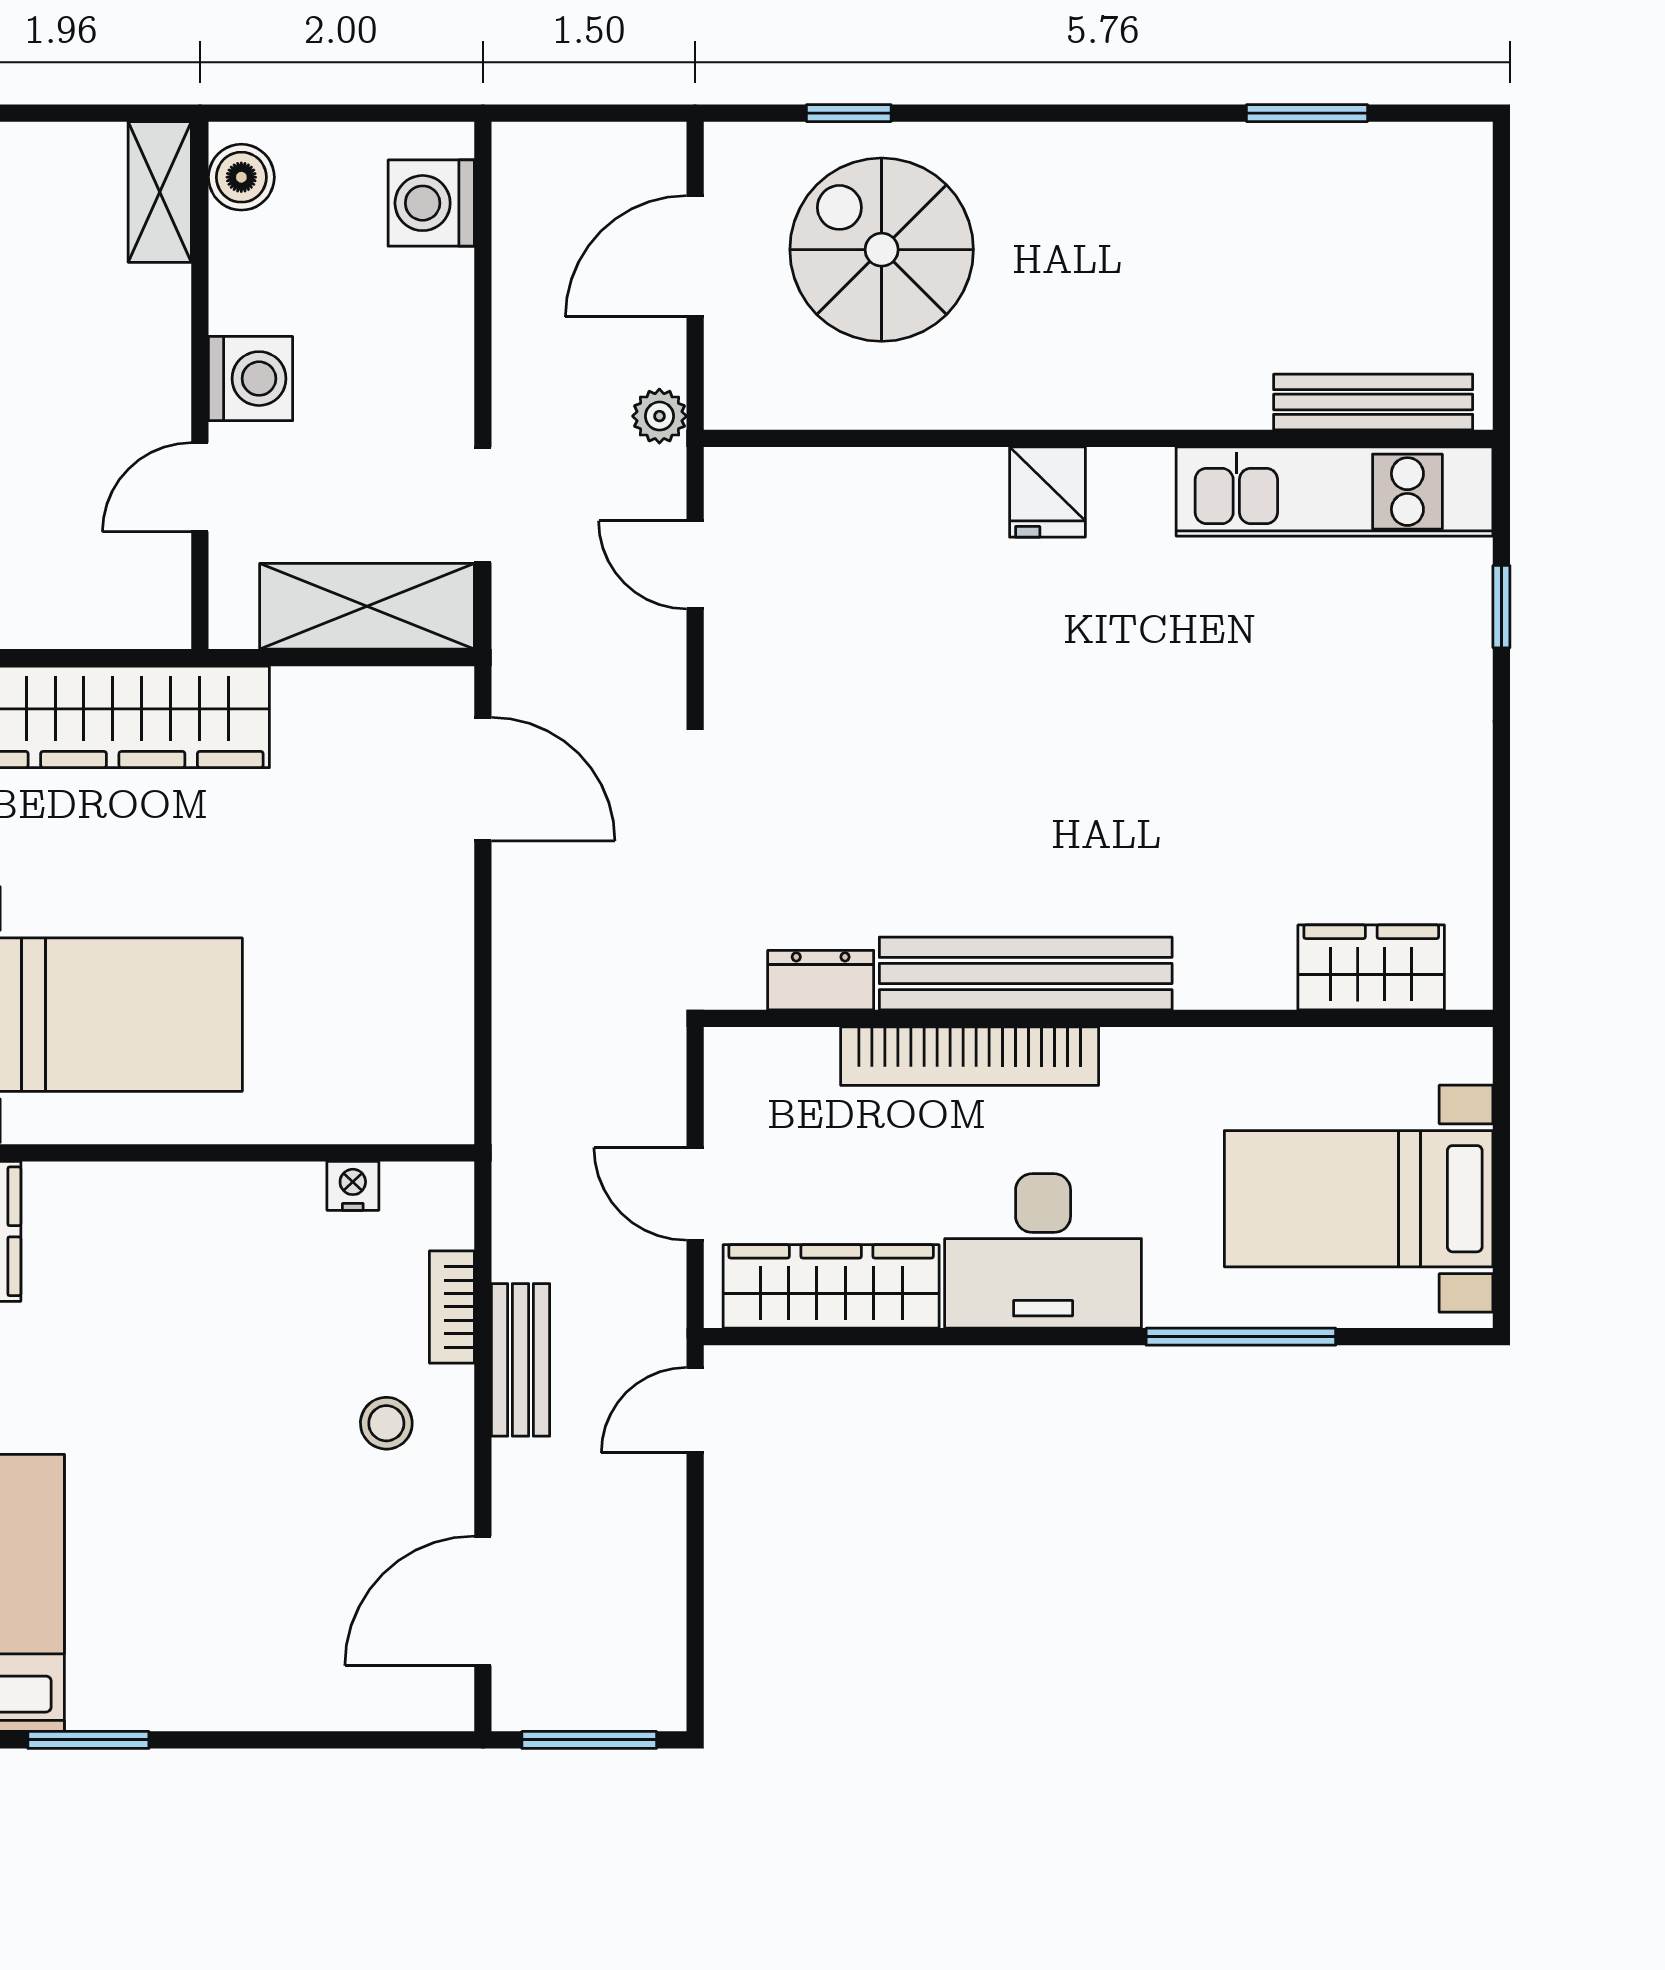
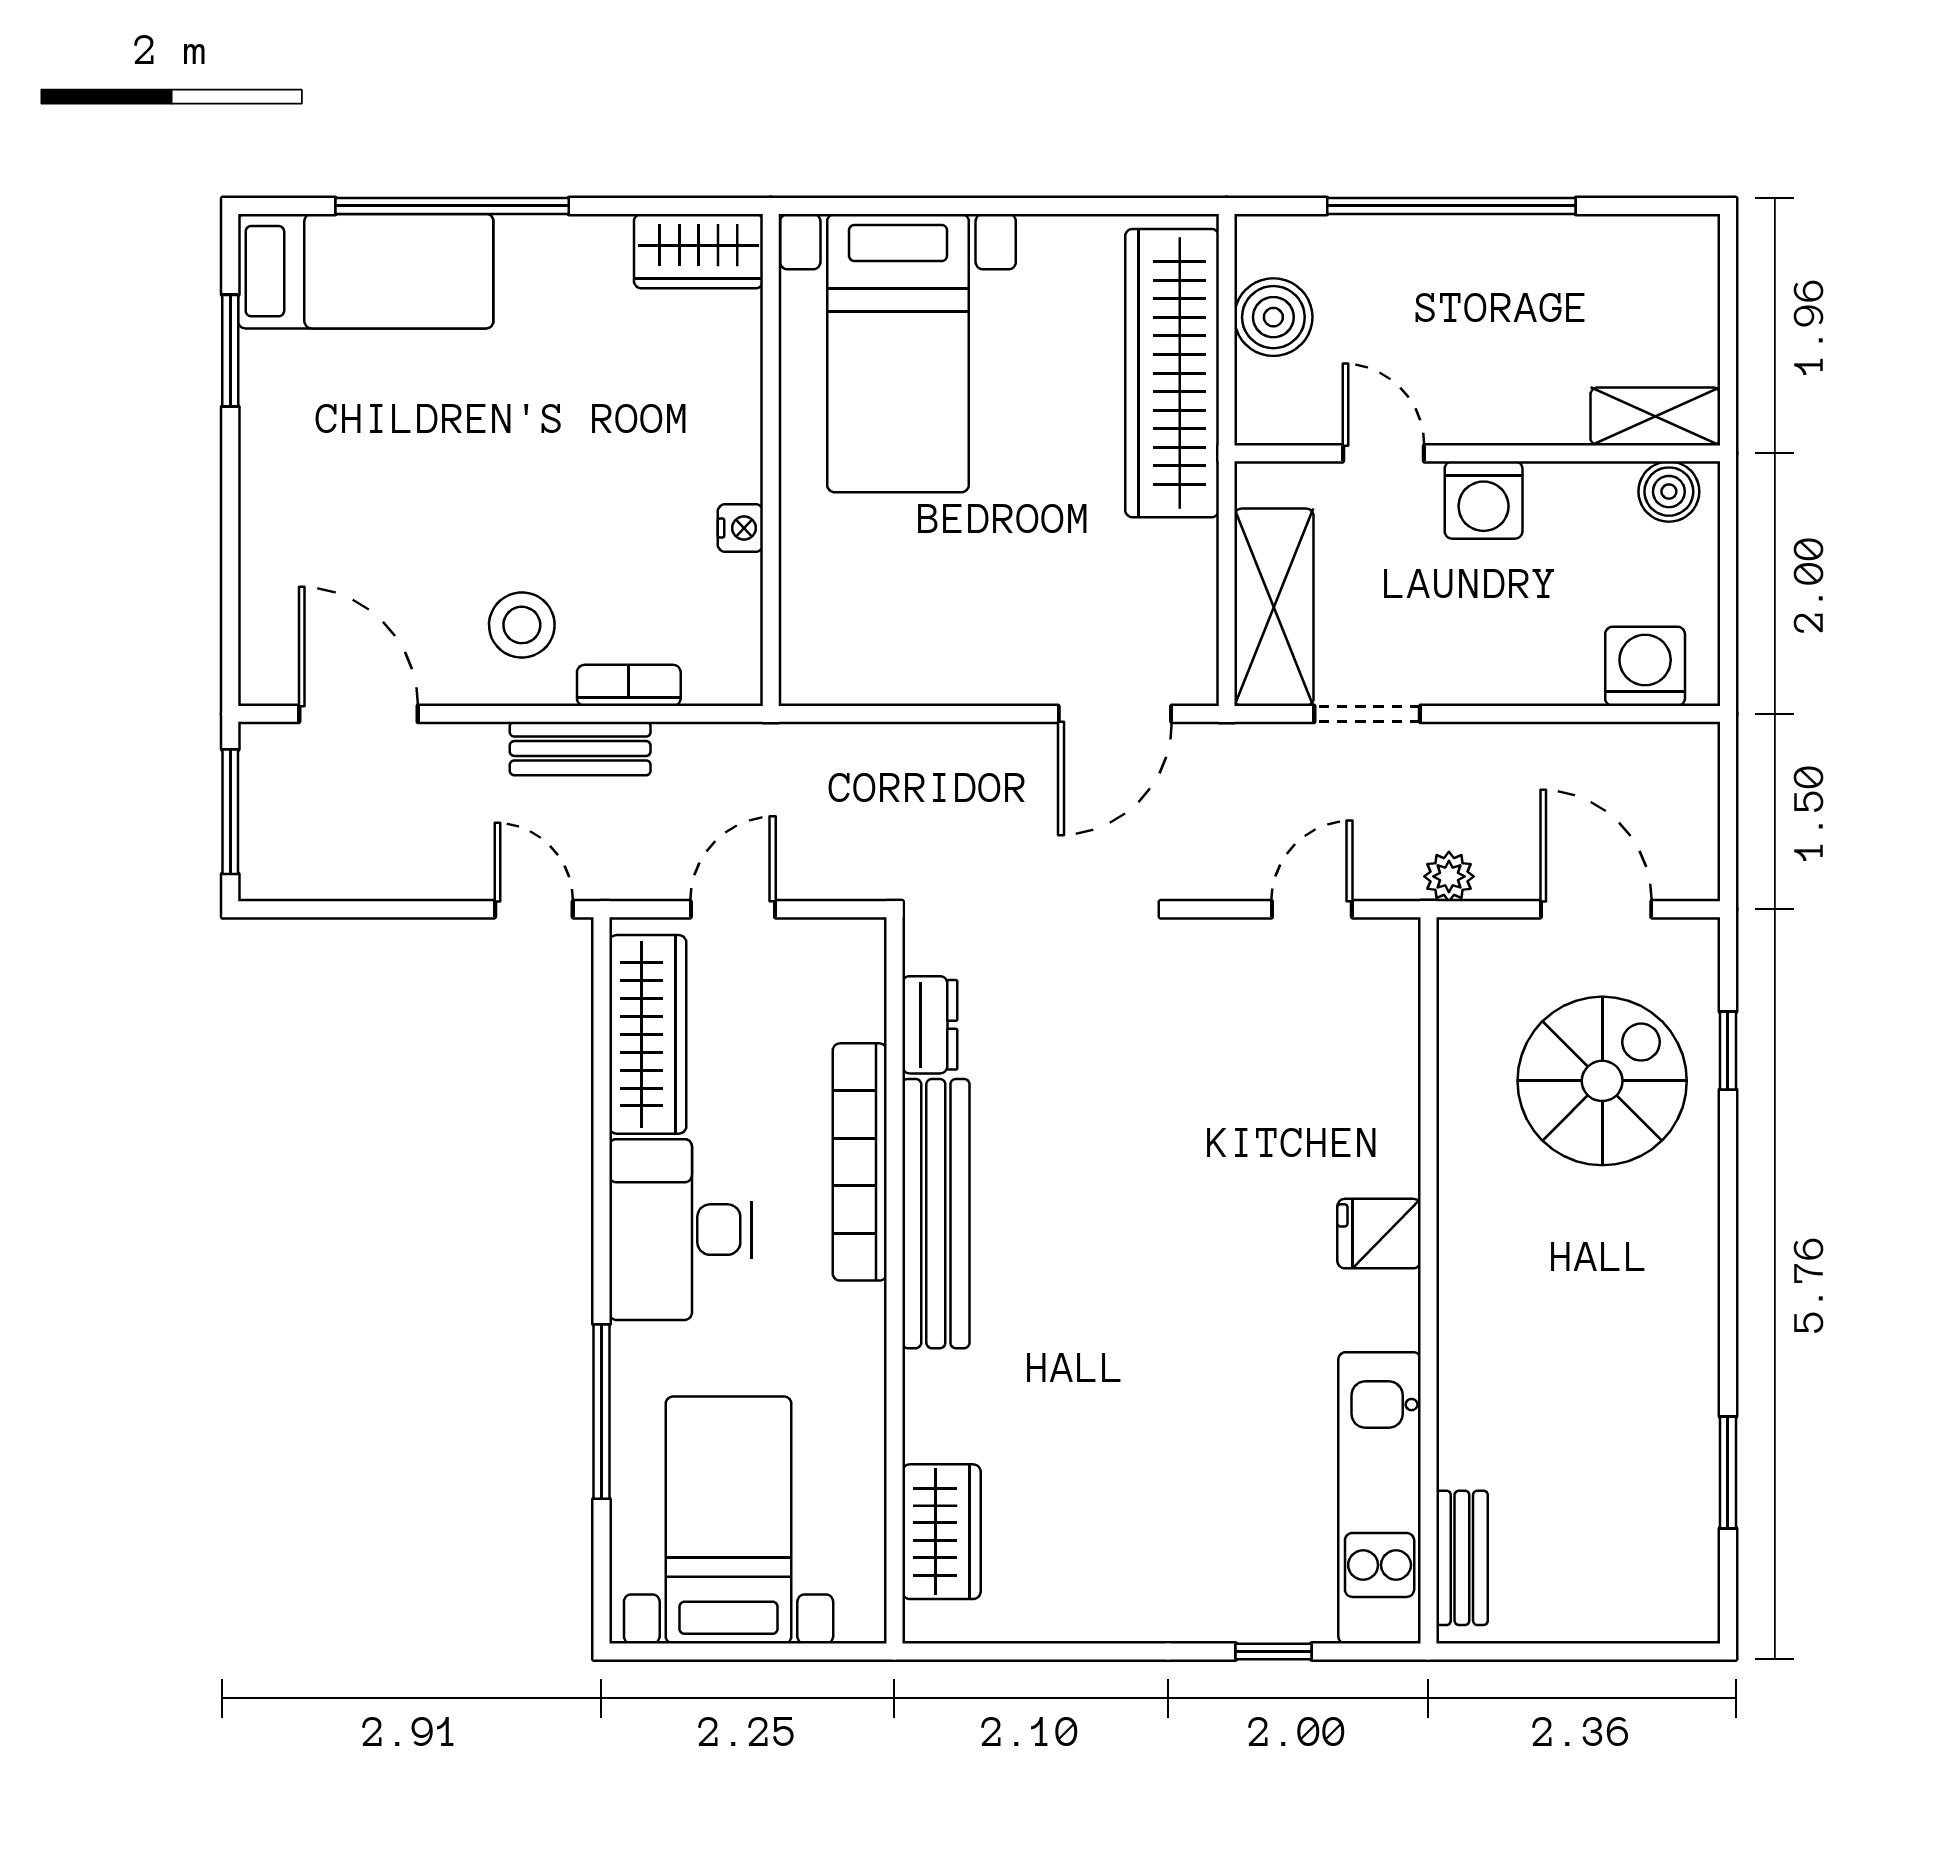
bench: (1373, 402) -> (1462, 1558), width x0.73
boiler: (52, 607) -> (1273, 317), added
nightstand: (353, 1186) -> (740, 528), moved
stool: (386, 1423) -> (522, 625), width x1.37, depth x1.37

